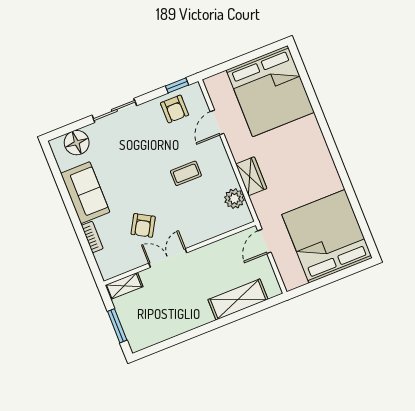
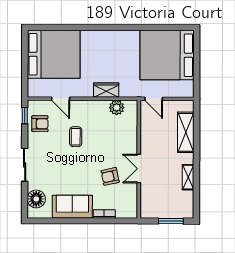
coffee table: (186, 173) -> (76, 137), moved
armchair: (143, 225) -> (110, 176), turned 138
shelving: (124, 286) -> (188, 177), moved

